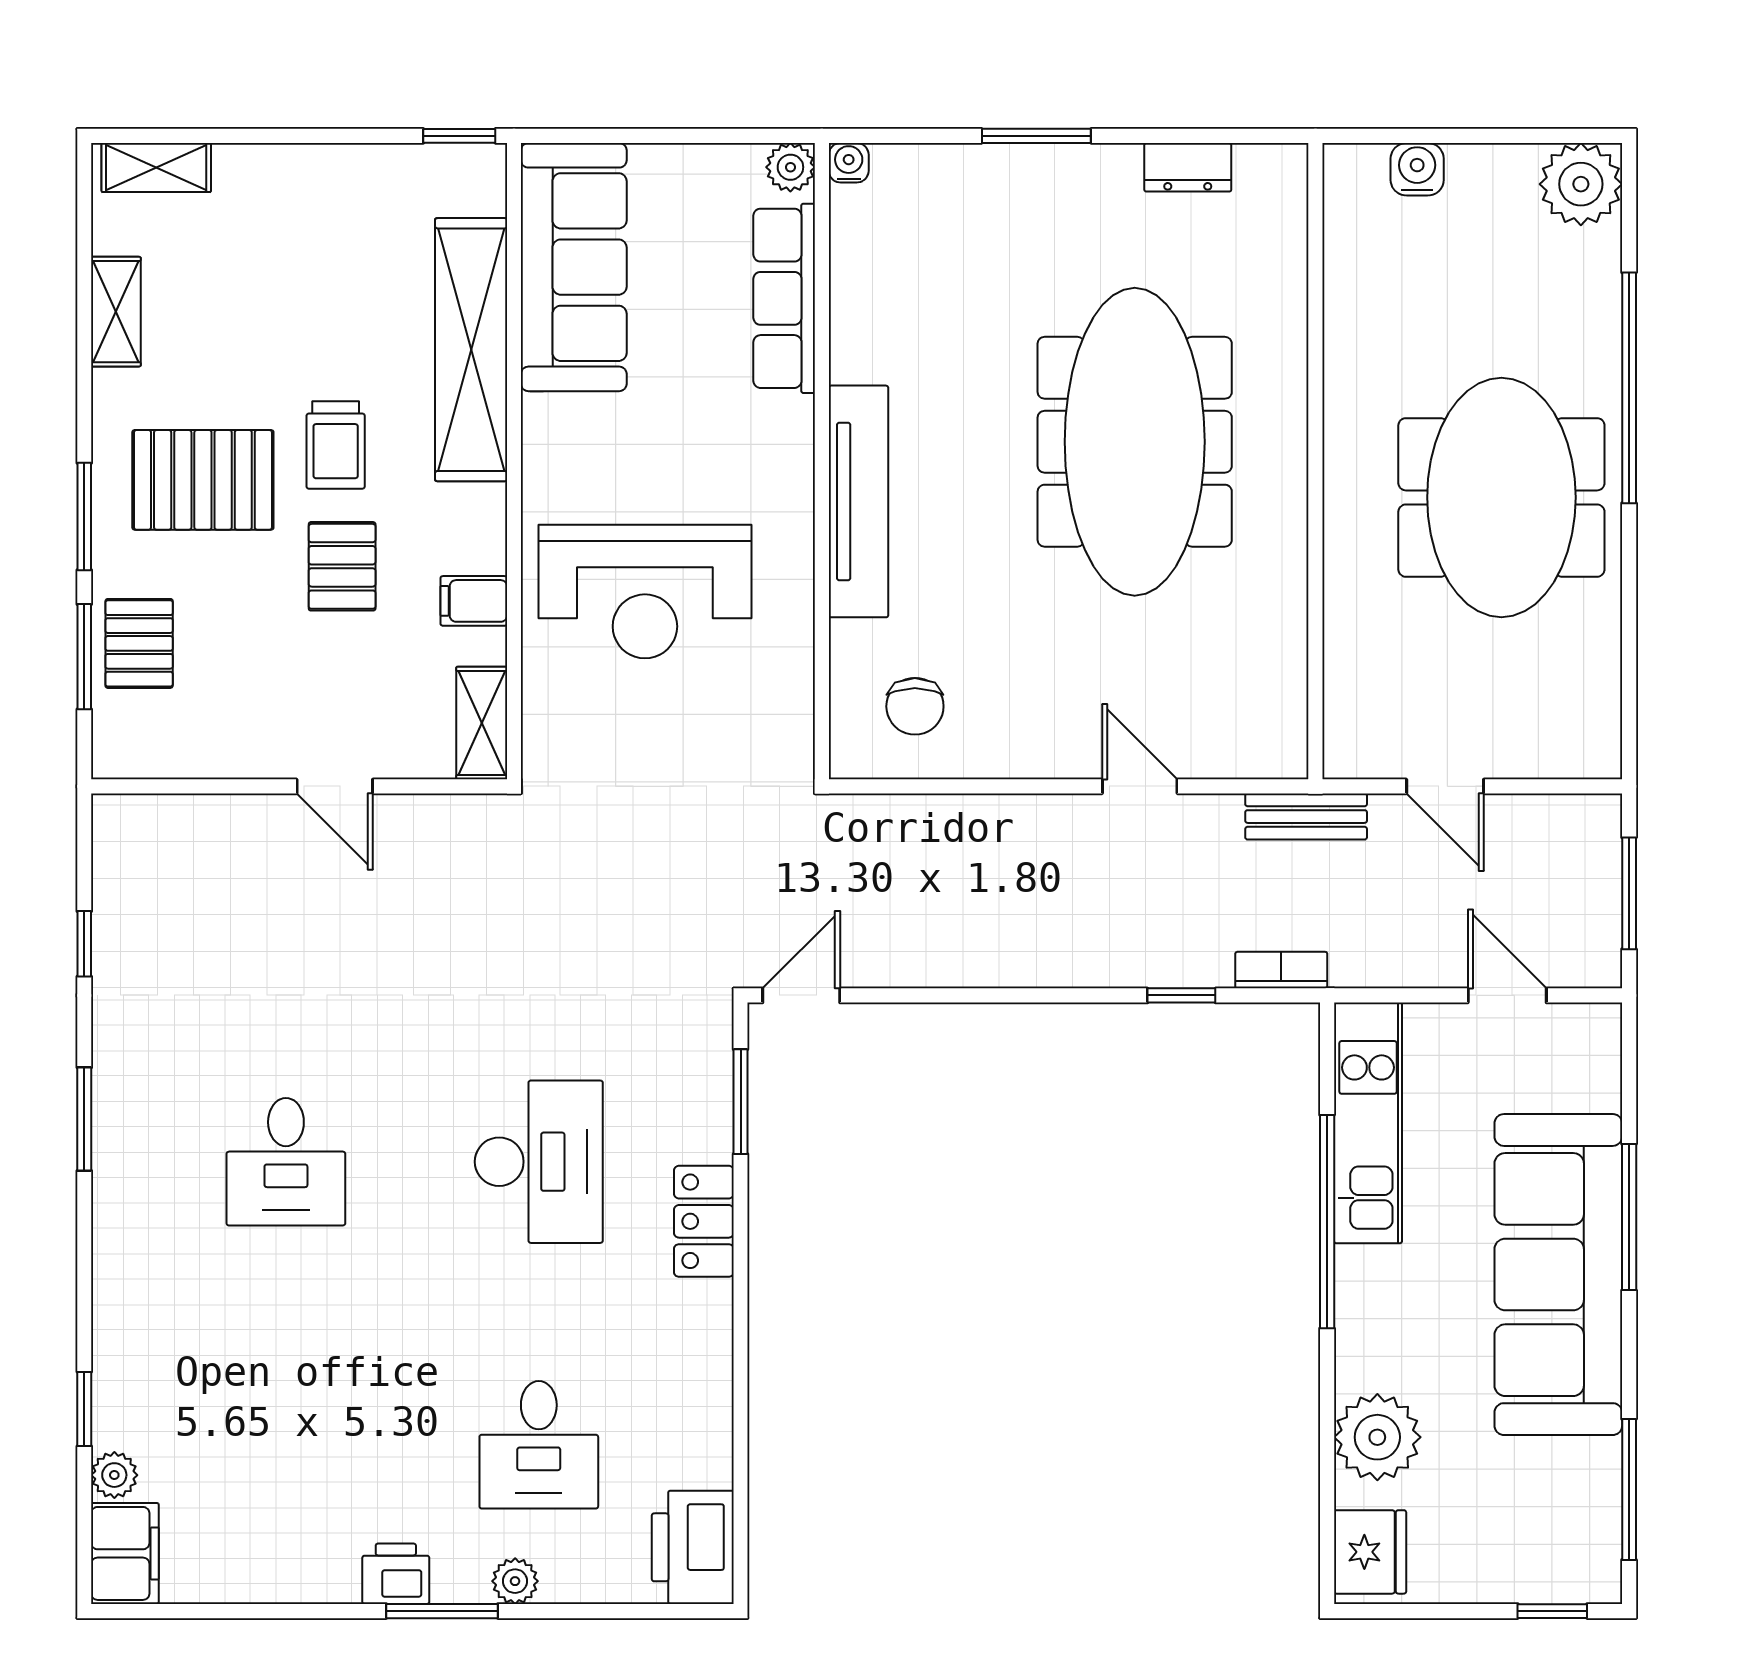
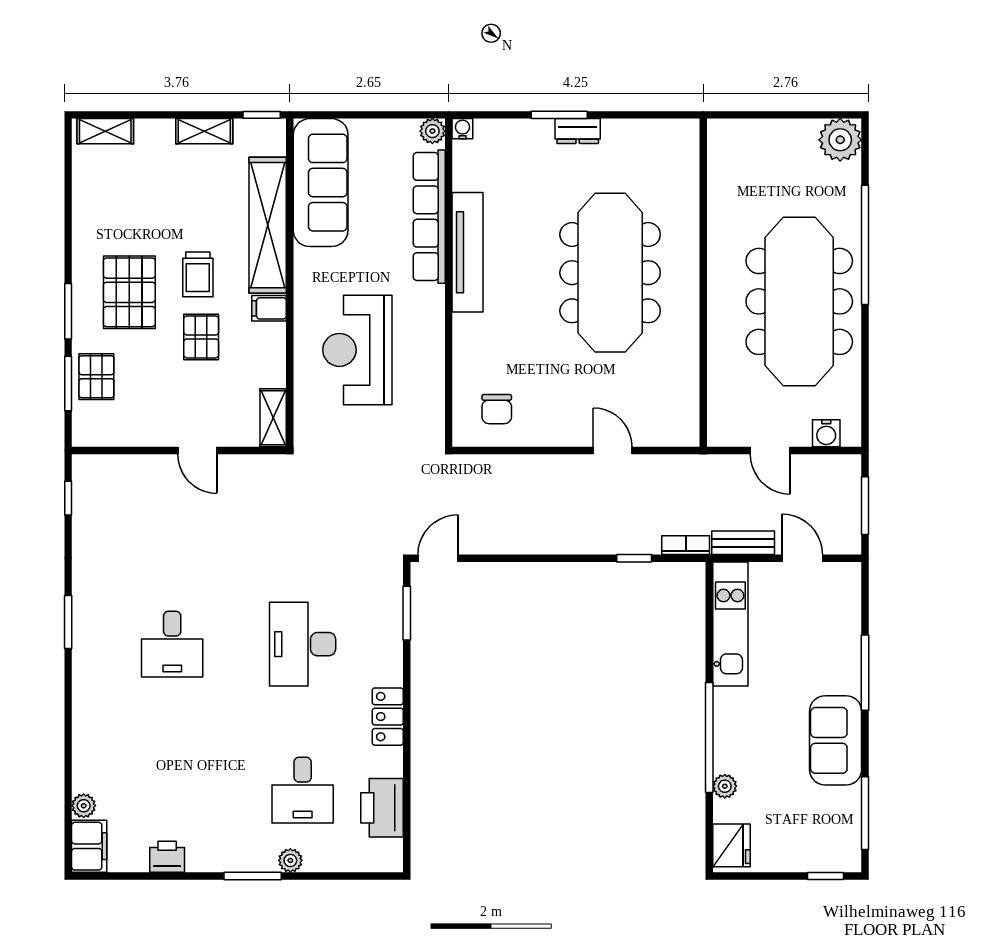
dresser: (1188, 167) -> (578, 131), moved
water cooler: (1417, 169) -> (826, 433), moved, turned 180
row of seats: (784, 298) -> (429, 217), width x1.36
shelving: (116, 312) -> (204, 131), moved, turned 90
pallet: (203, 480) -> (129, 292), turned 90
meeting table: (1501, 497) -> (799, 301), width x1.36
tv unit: (858, 501) -> (468, 252), moved
reception desk: (645, 592) -> (357, 350), turned 90
filing cabinet: (474, 601) -> (269, 308), moved
bench: (1306, 817) -> (743, 543), moved
window: (84, 944) -> (68, 498), moved
desk: (539, 1162) -> (303, 644), turned 180
locker: (704, 1221) -> (388, 717), moved
window: (1327, 1222) -> (709, 737), moved
sofa: (1558, 1275) -> (836, 740), width x0.54, depth x0.79
window: (84, 1409) -> (68, 772), removed
plant: (1377, 1437) -> (725, 786), width x0.53, depth x0.53
printer: (693, 1547) -> (382, 808), moved
printer: (396, 1574) -> (167, 857), moved

